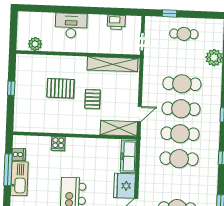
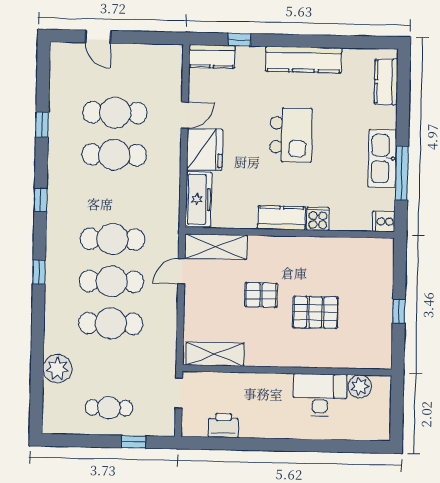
desk: (71, 26) -> (320, 395), moved, turned 180
shelving: (113, 64) -> (215, 354), width x0.68
pallet: (92, 99) -> (261, 295), turned 90
kitchen counter: (80, 145) -> (282, 218), added
cooker: (19, 155) -> (384, 222), moved
cafe table: (179, 159) -> (114, 155), moved

